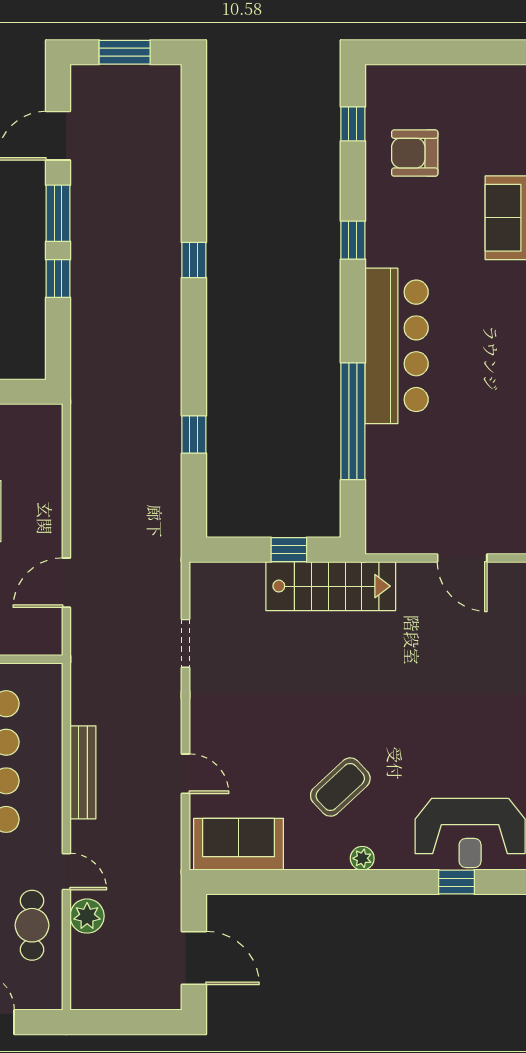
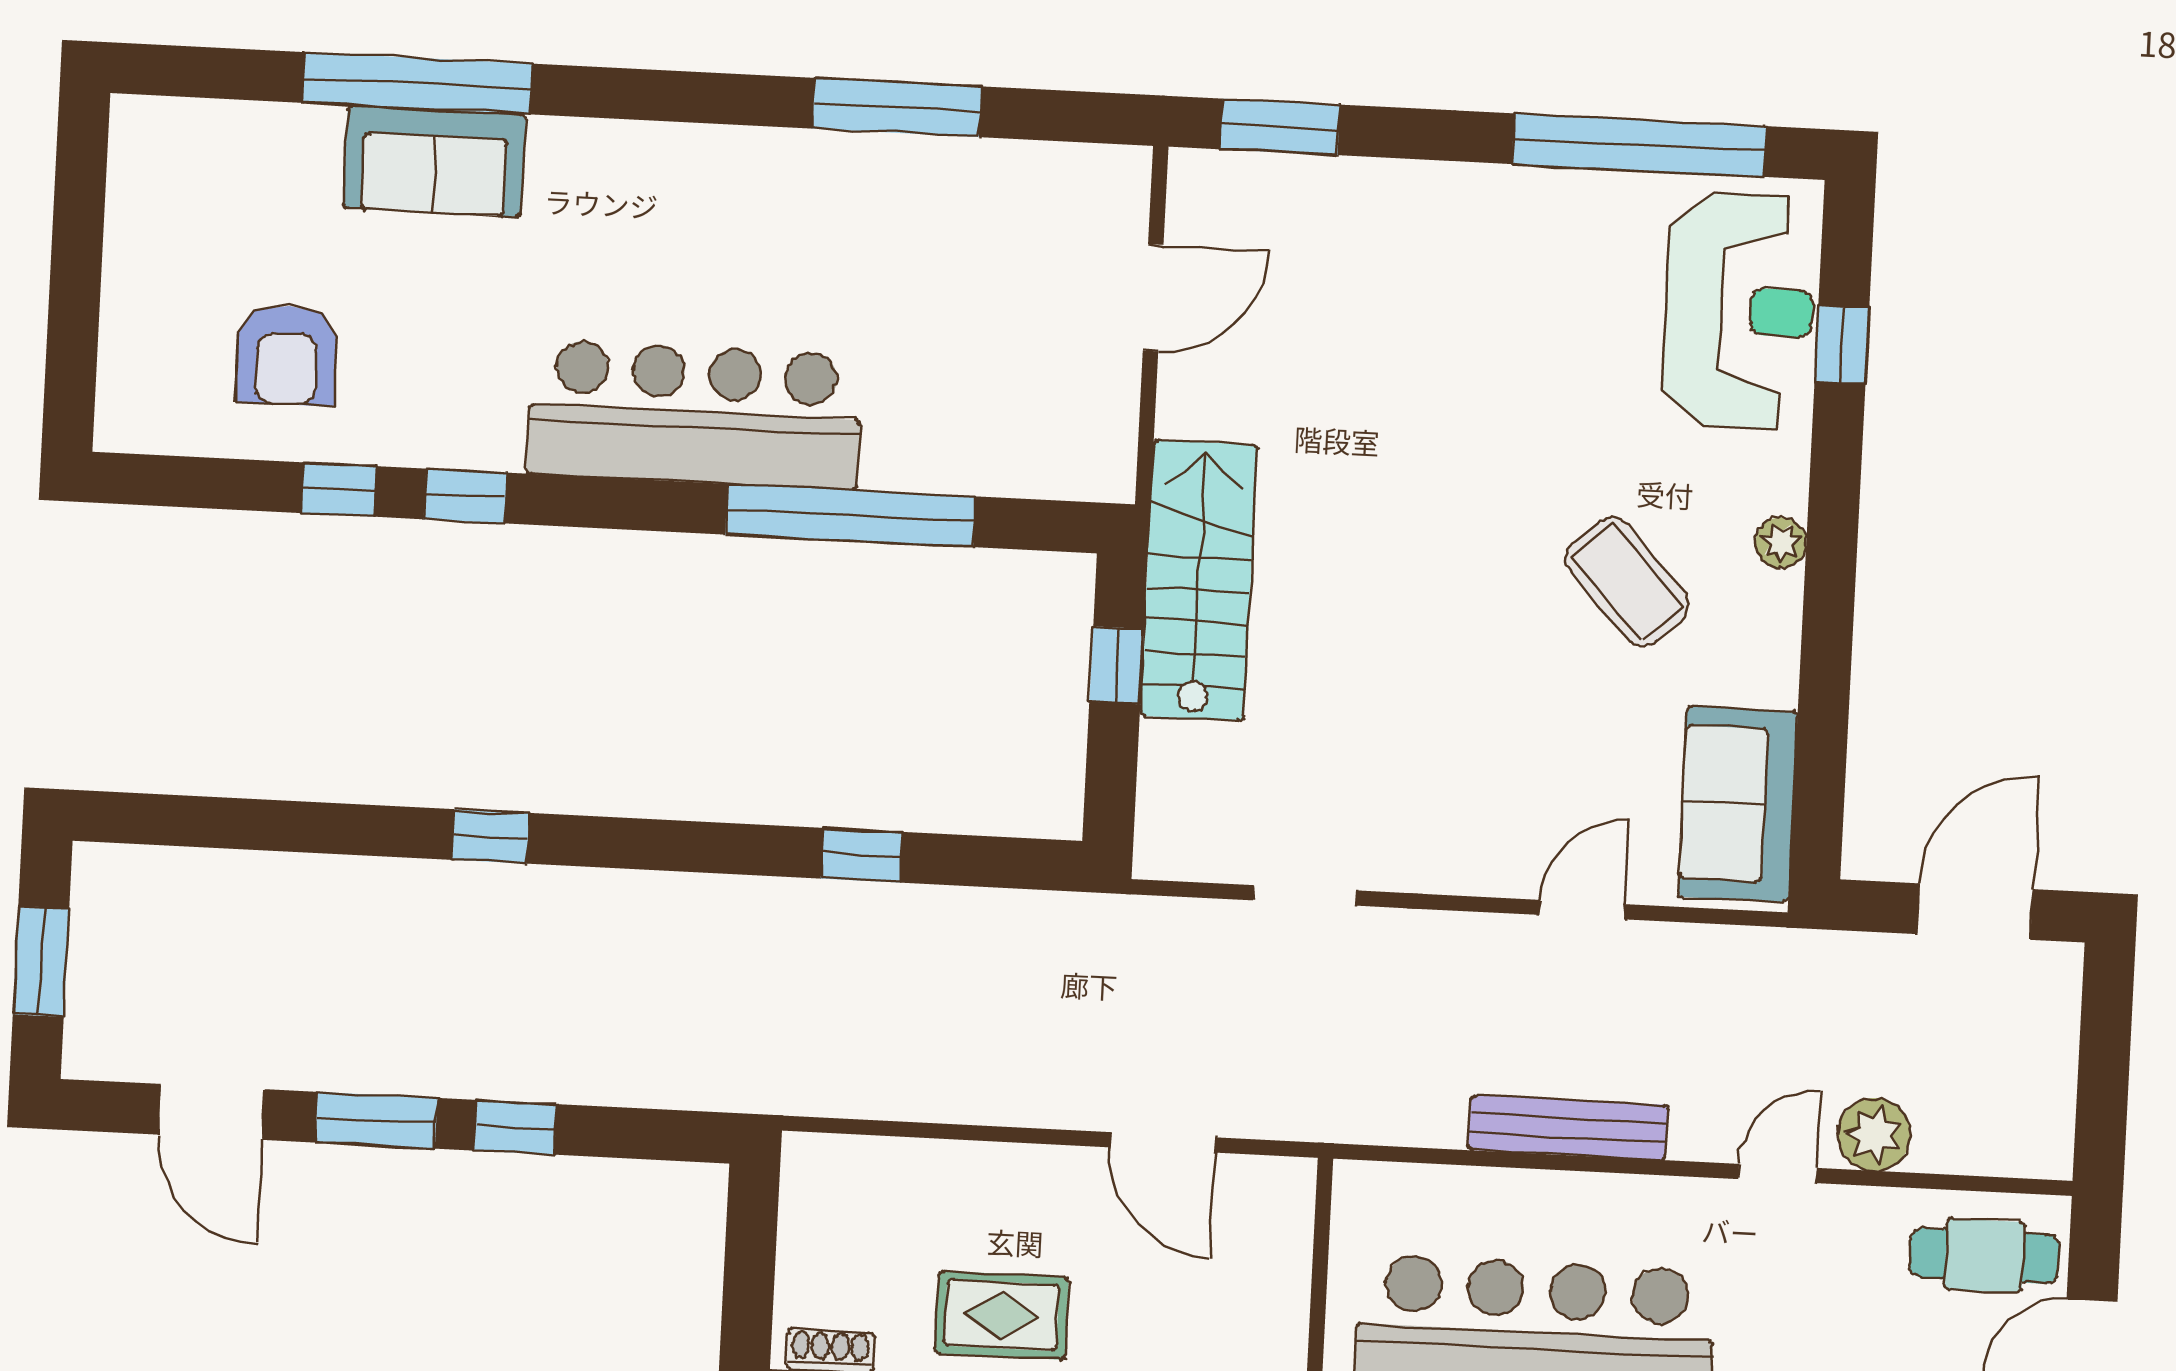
window: (353, 124) -> (339, 490), moved
cafe table: (32, 925) -> (1984, 1256), moved

